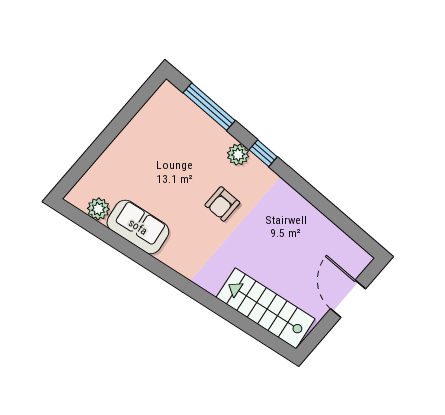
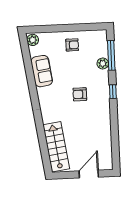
armchair: (142, 148) -> (72, 45), added
plant: (238, 155) -> (103, 63), moved
plant: (98, 209) -> (33, 40), moved

